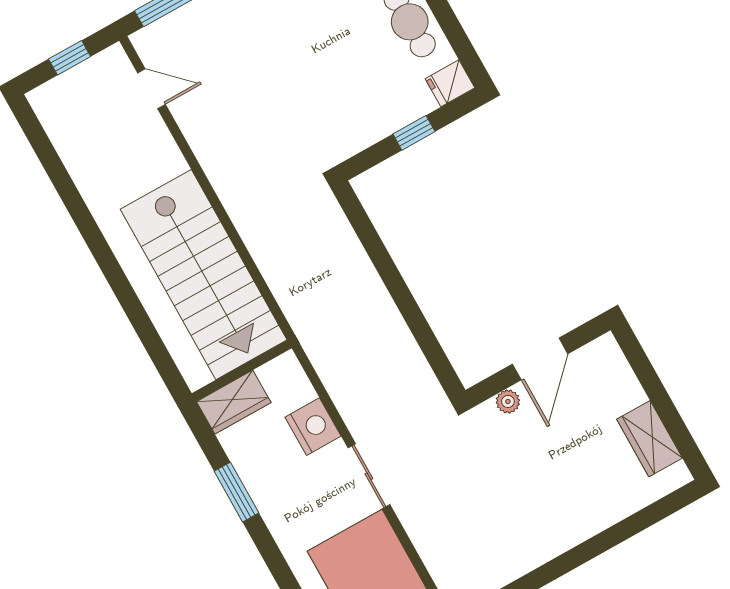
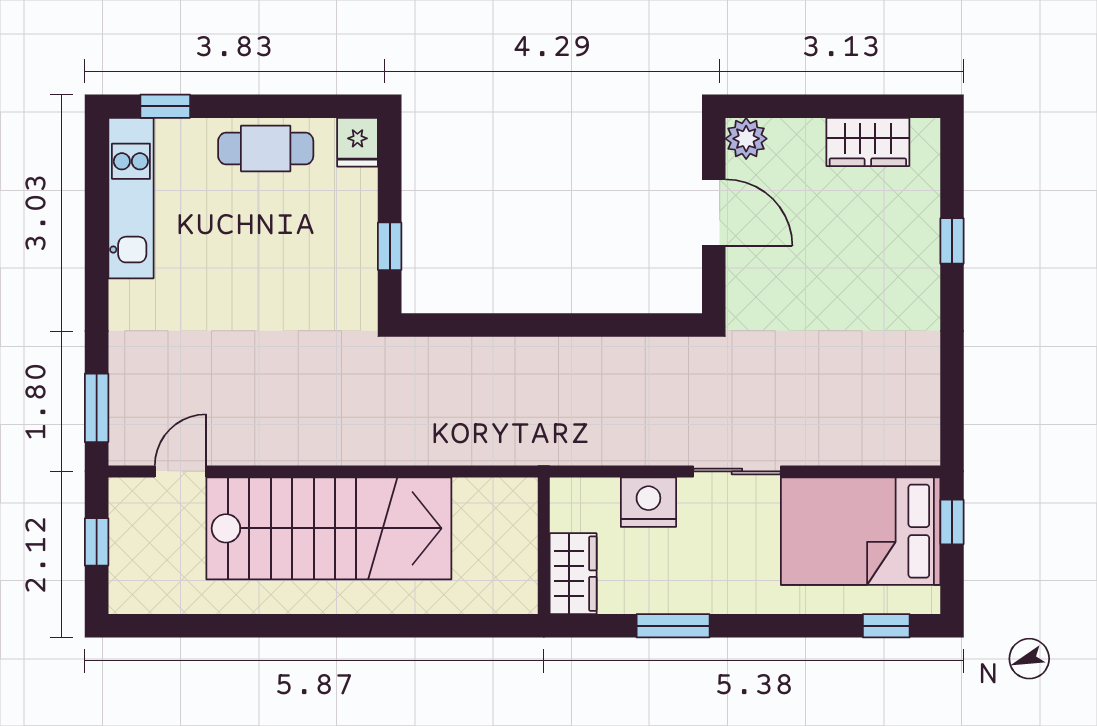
window: (414, 133) -> (390, 246), moved
stairs: (204, 275) -> (329, 528), moved
plant: (508, 401) -> (746, 139), moved, width x1.38, depth x1.38
window: (614, 536) -> (952, 241), added

